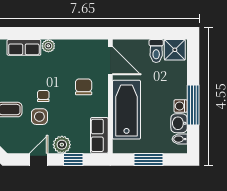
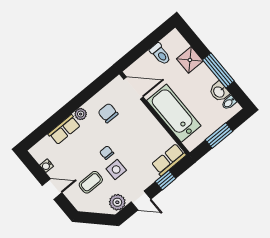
shower: (175, 50) -> (190, 60), moved
chair: (84, 87) -> (108, 113), moved
washing machine: (181, 106) -> (210, 79), removed
row of seats: (99, 135) -> (169, 160), moved, turned 90
plant: (62, 145) -> (117, 202), moved
door: (39, 160) -> (141, 201), swing flipped

